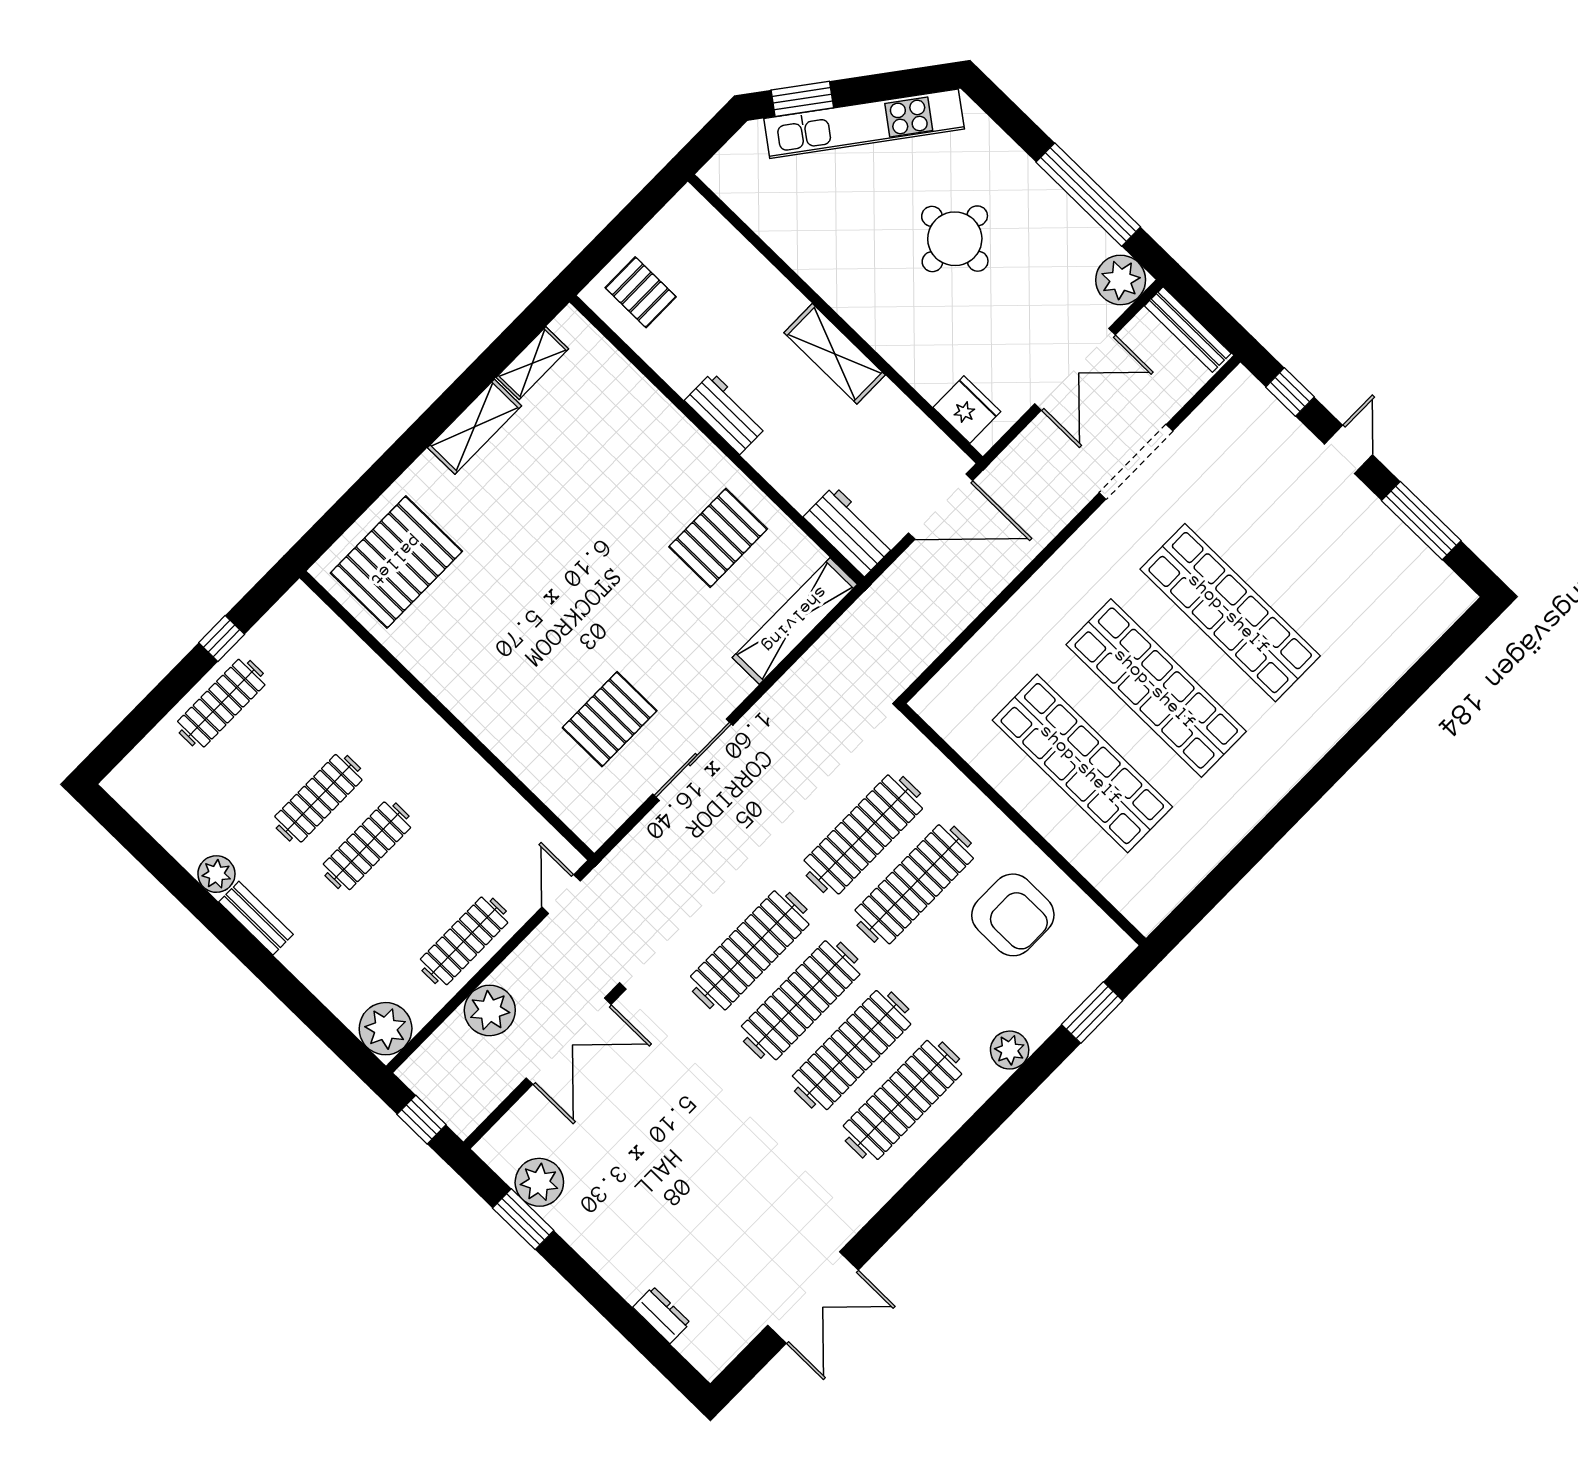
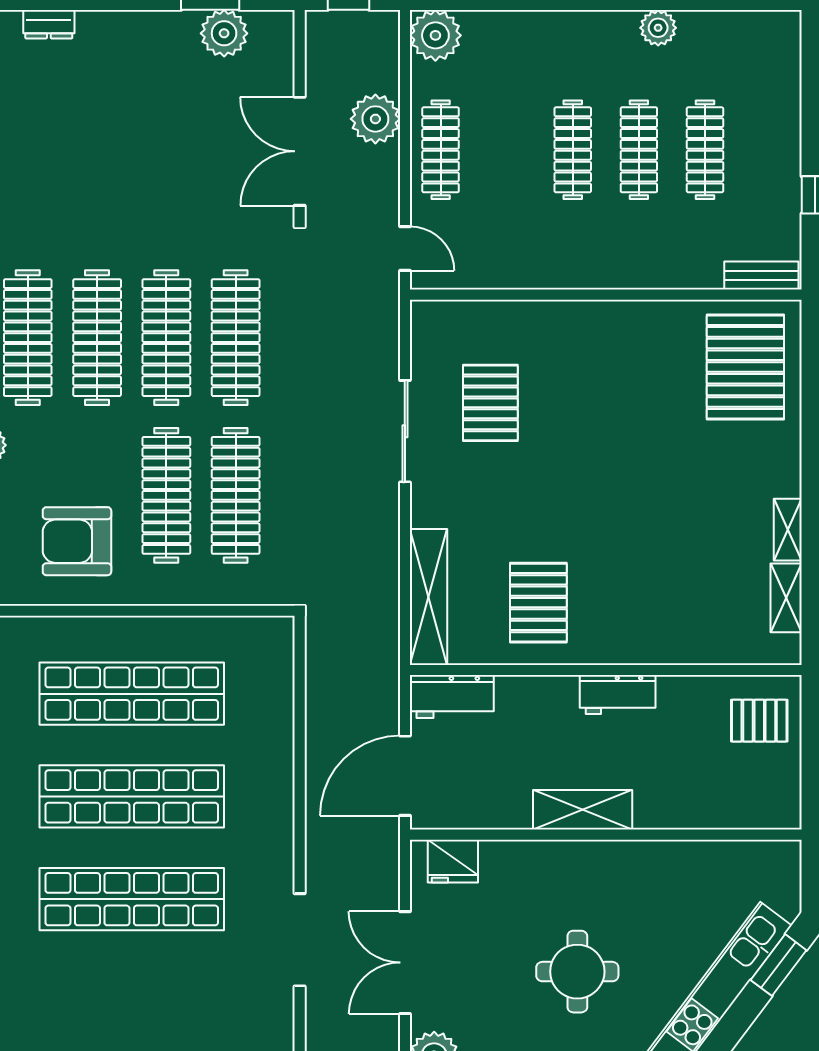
shelving: (475, 427) -> (788, 530), width x0.67, depth x0.75
clothes rail: (221, 703) -> (705, 150), moved
bench: (256, 918) -> (761, 276), moved

